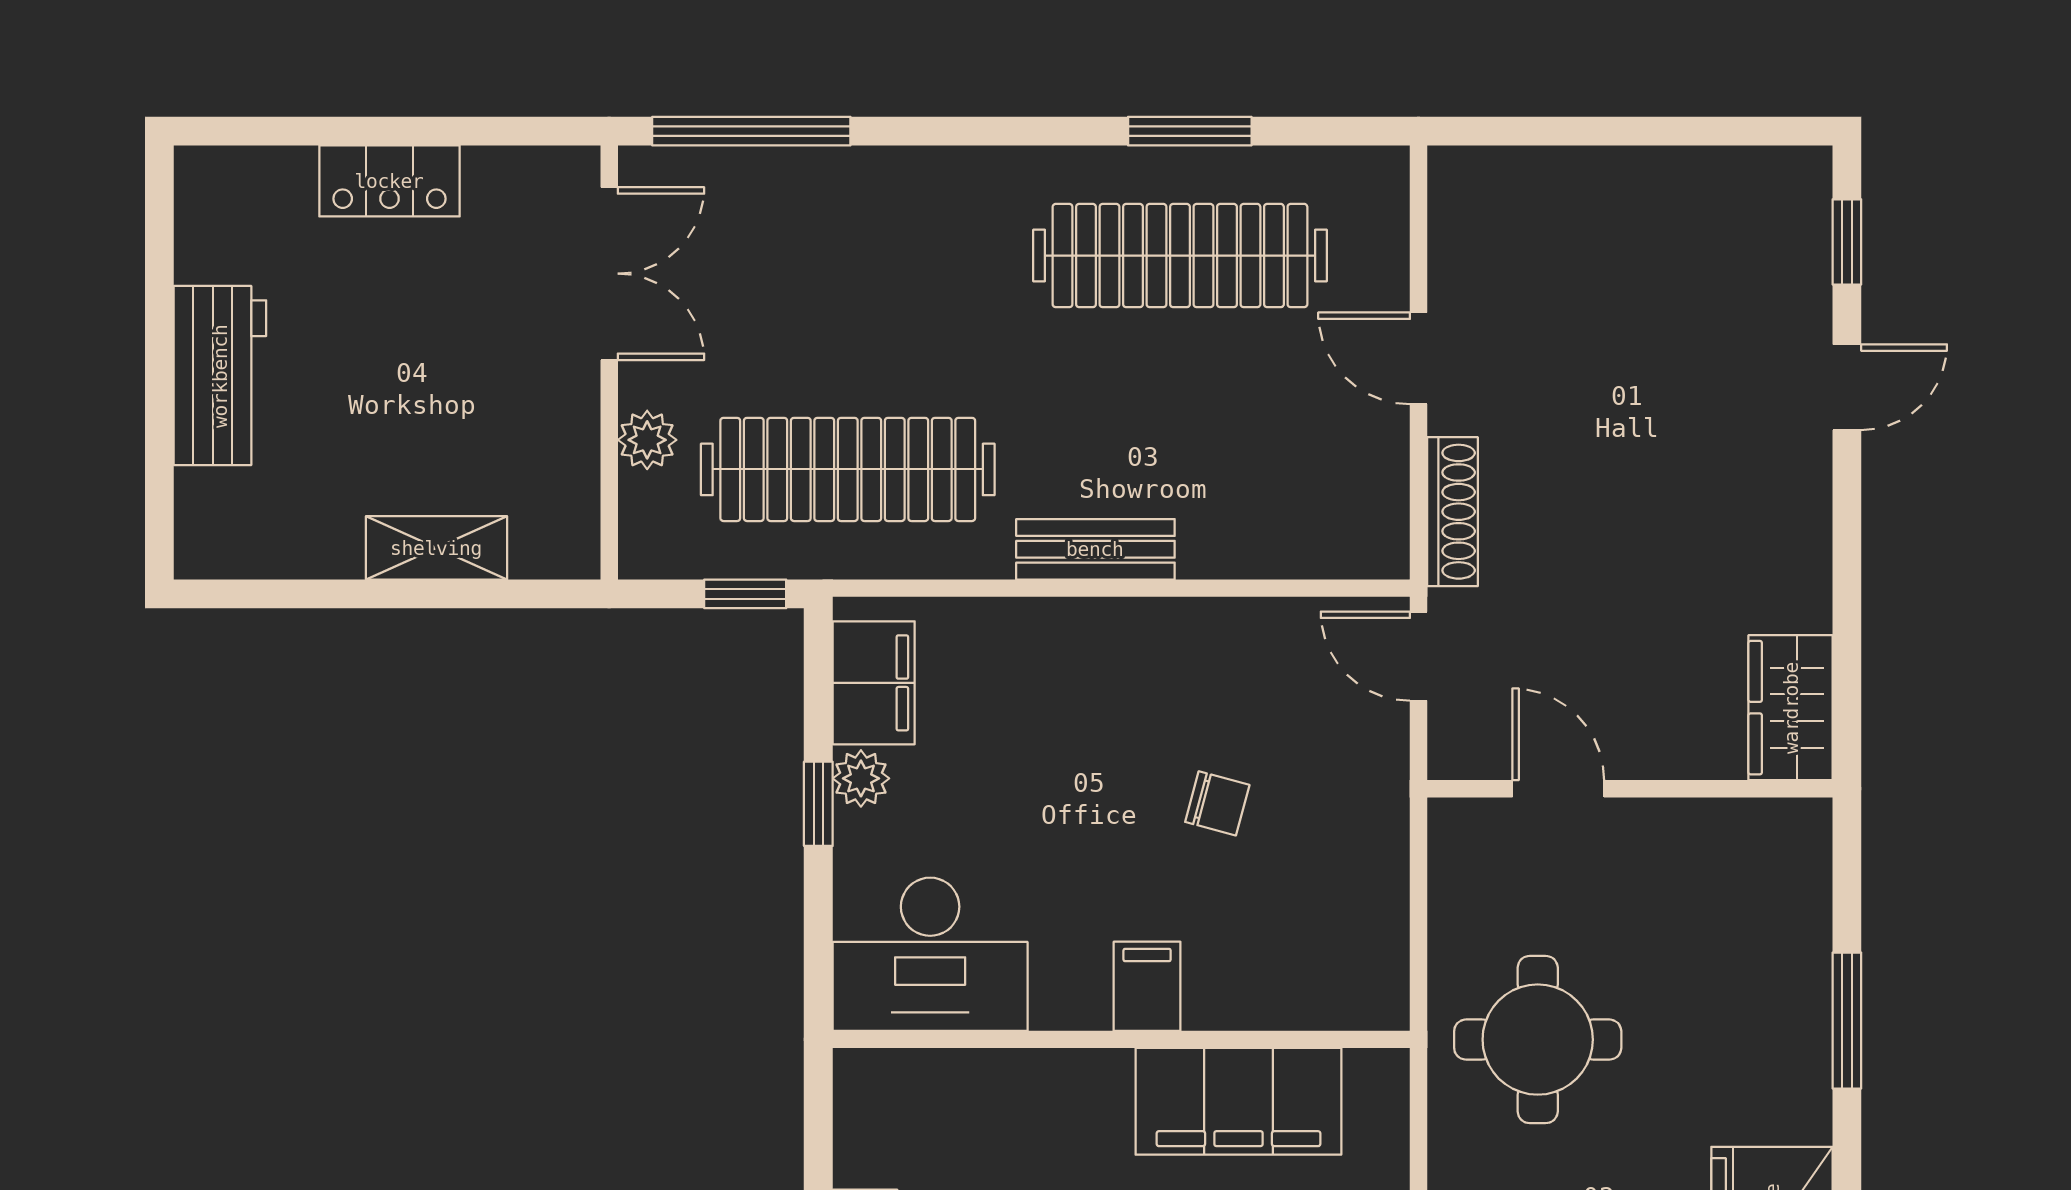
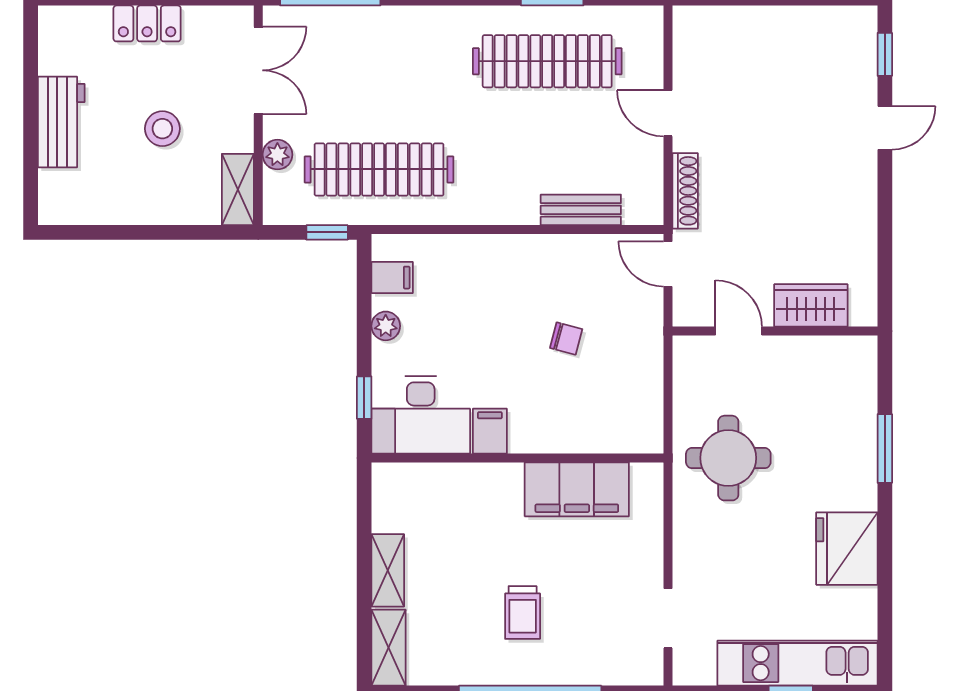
stool: (420, 389) -> (162, 129), added
shelving: (436, 548) -> (238, 190), moved, turned 90
bench: (1095, 549) -> (581, 210), moved
filing cabinet: (874, 683) -> (392, 278), width x0.50
wardrobe: (1791, 708) -> (811, 305), moved, turned 90
window: (818, 804) -> (364, 398), moved
filing cabinet: (1147, 986) -> (490, 431), moved

